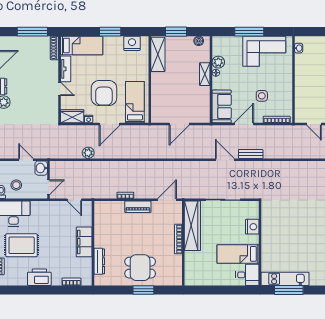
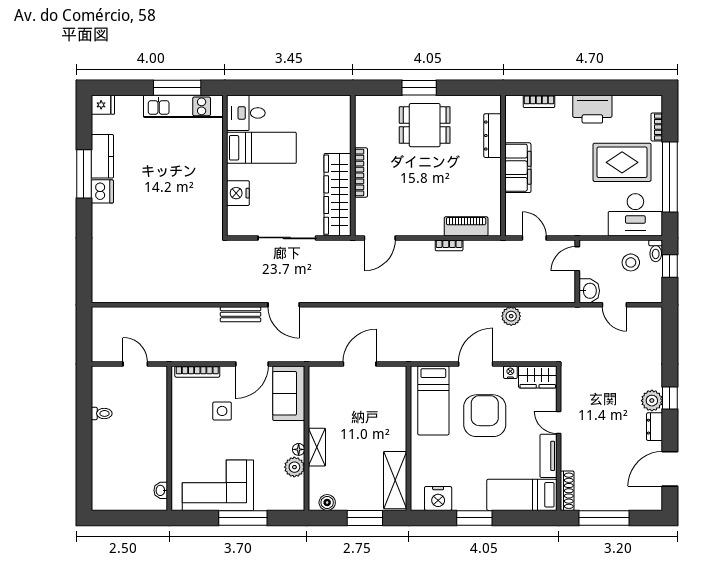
piano: (138, 207) -> (466, 226), moved

